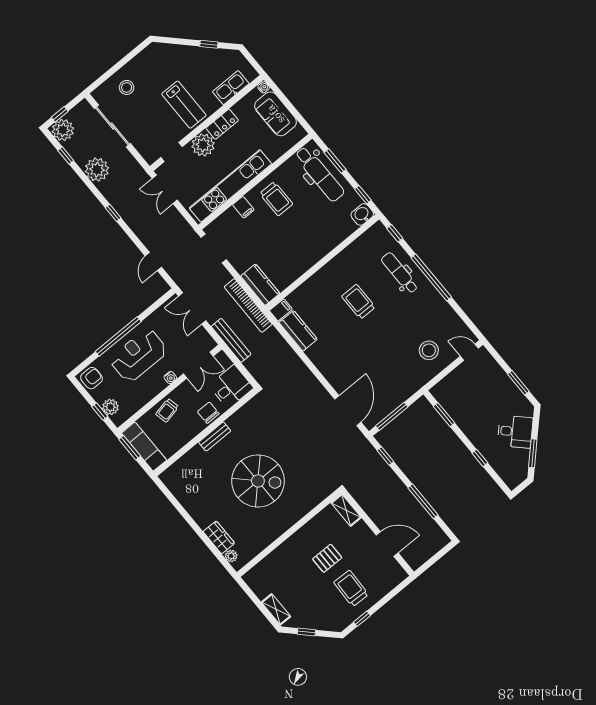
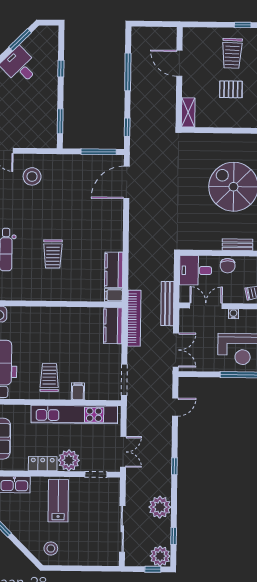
stool: (127, 87) -> (51, 548), moved

